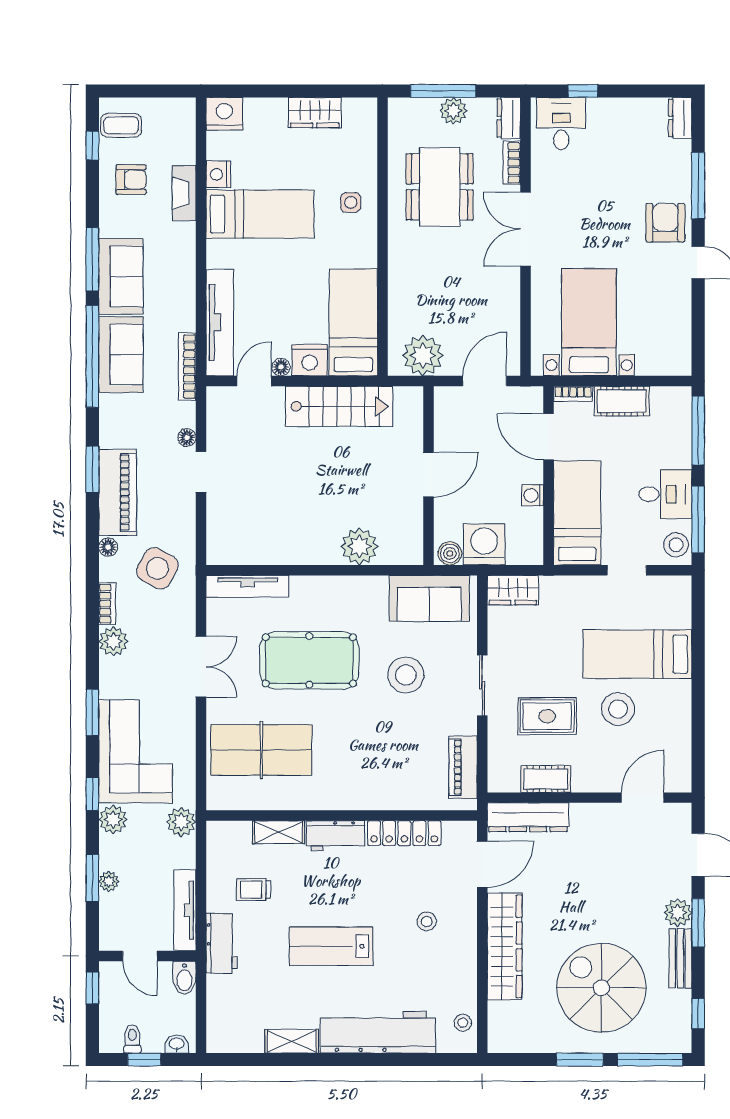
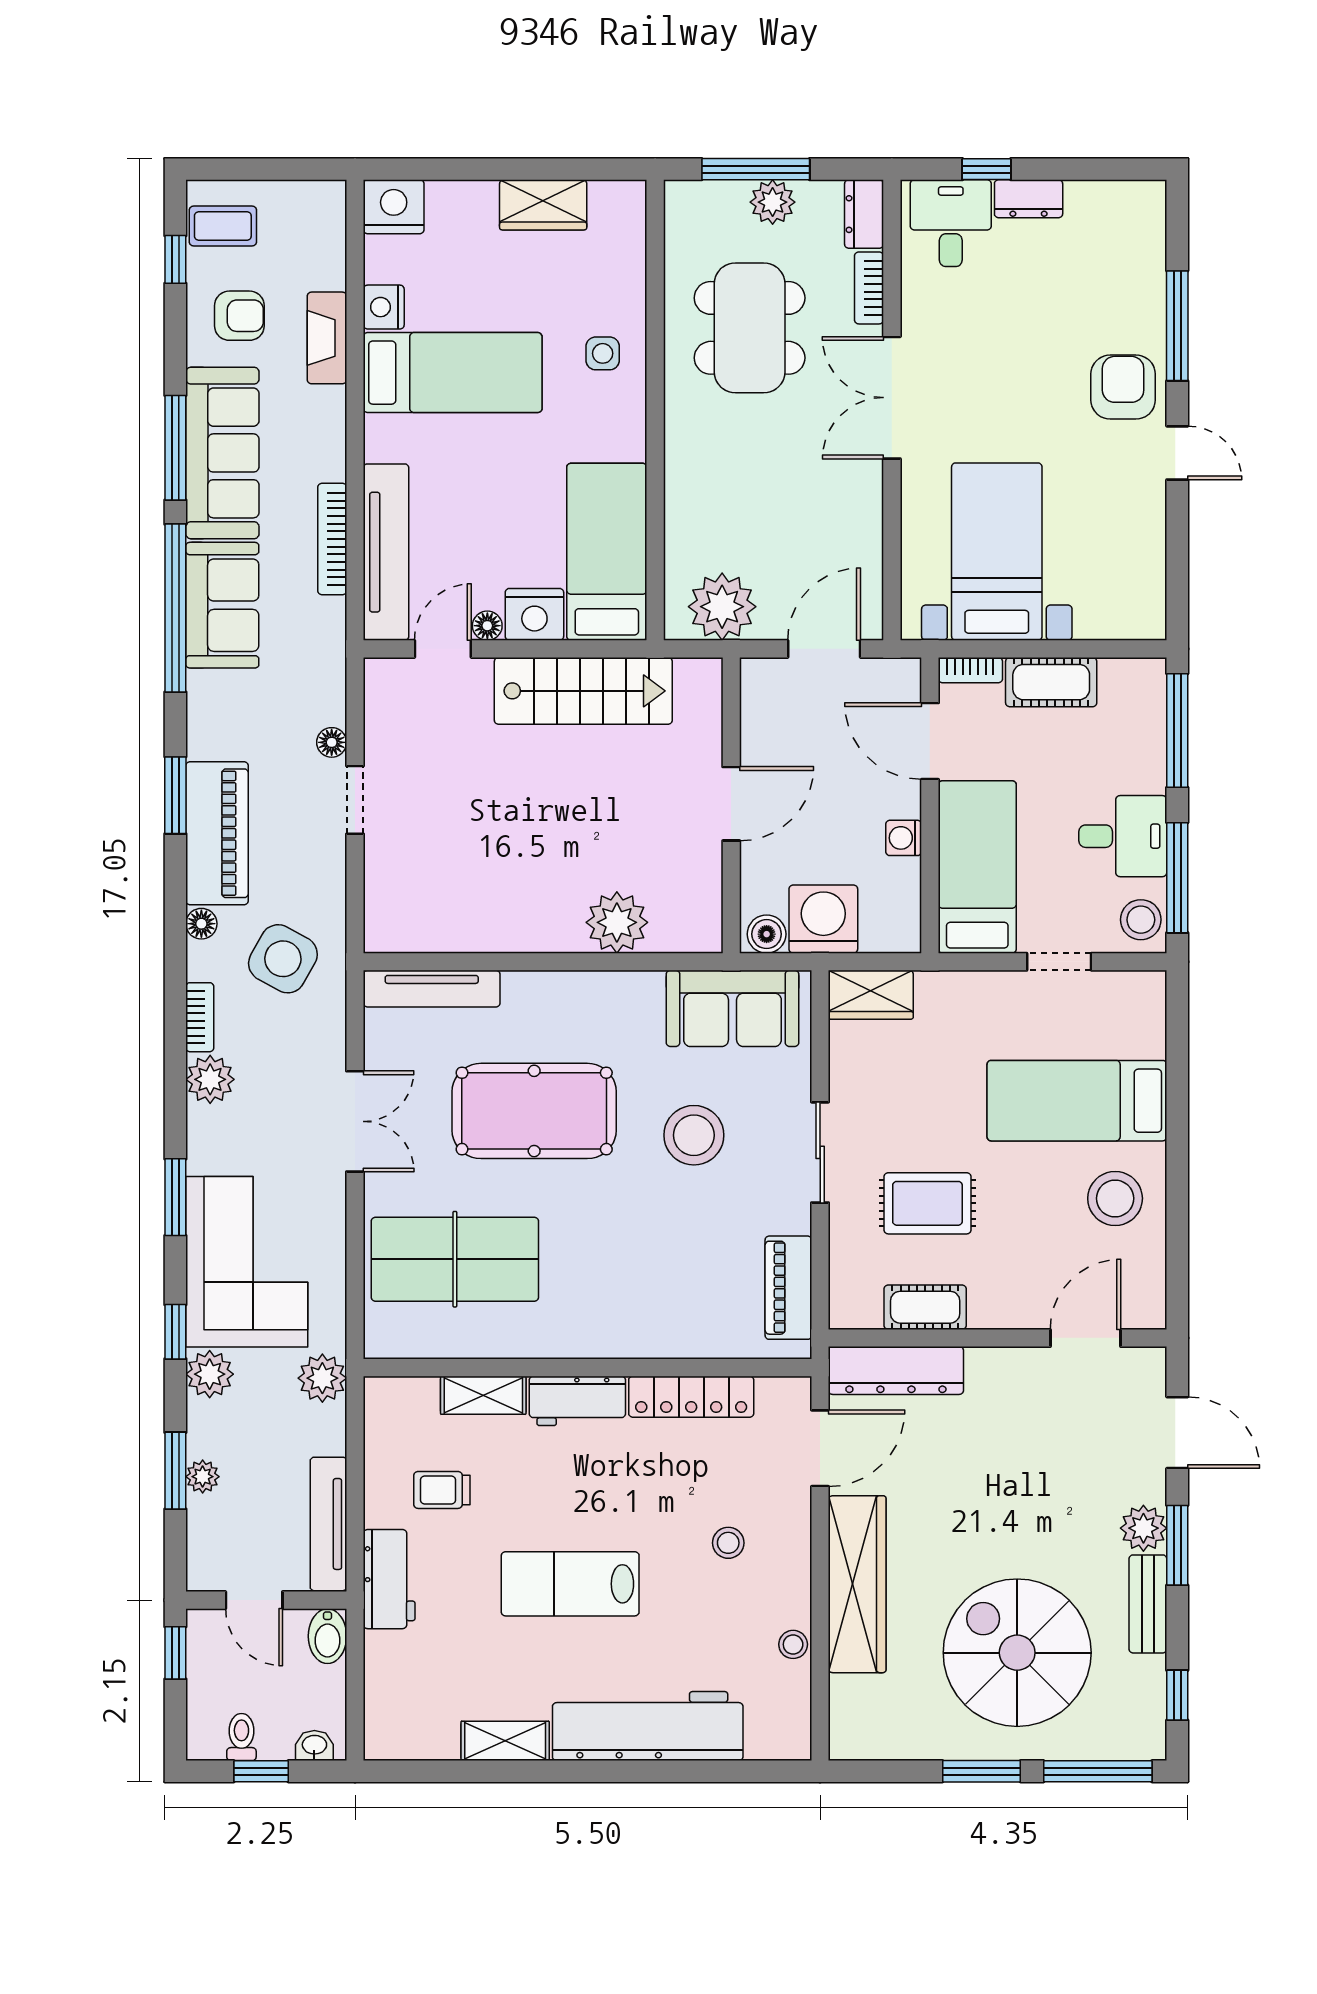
dresser: (680, 118) -> (1029, 199), moved, turned -90
sofa: (121, 276) -> (222, 453), width x1.36
bookcase: (187, 366) -> (332, 539), moved
stool: (618, 709) -> (1115, 1198), moved
stool: (463, 1023) -> (793, 1644), moved

